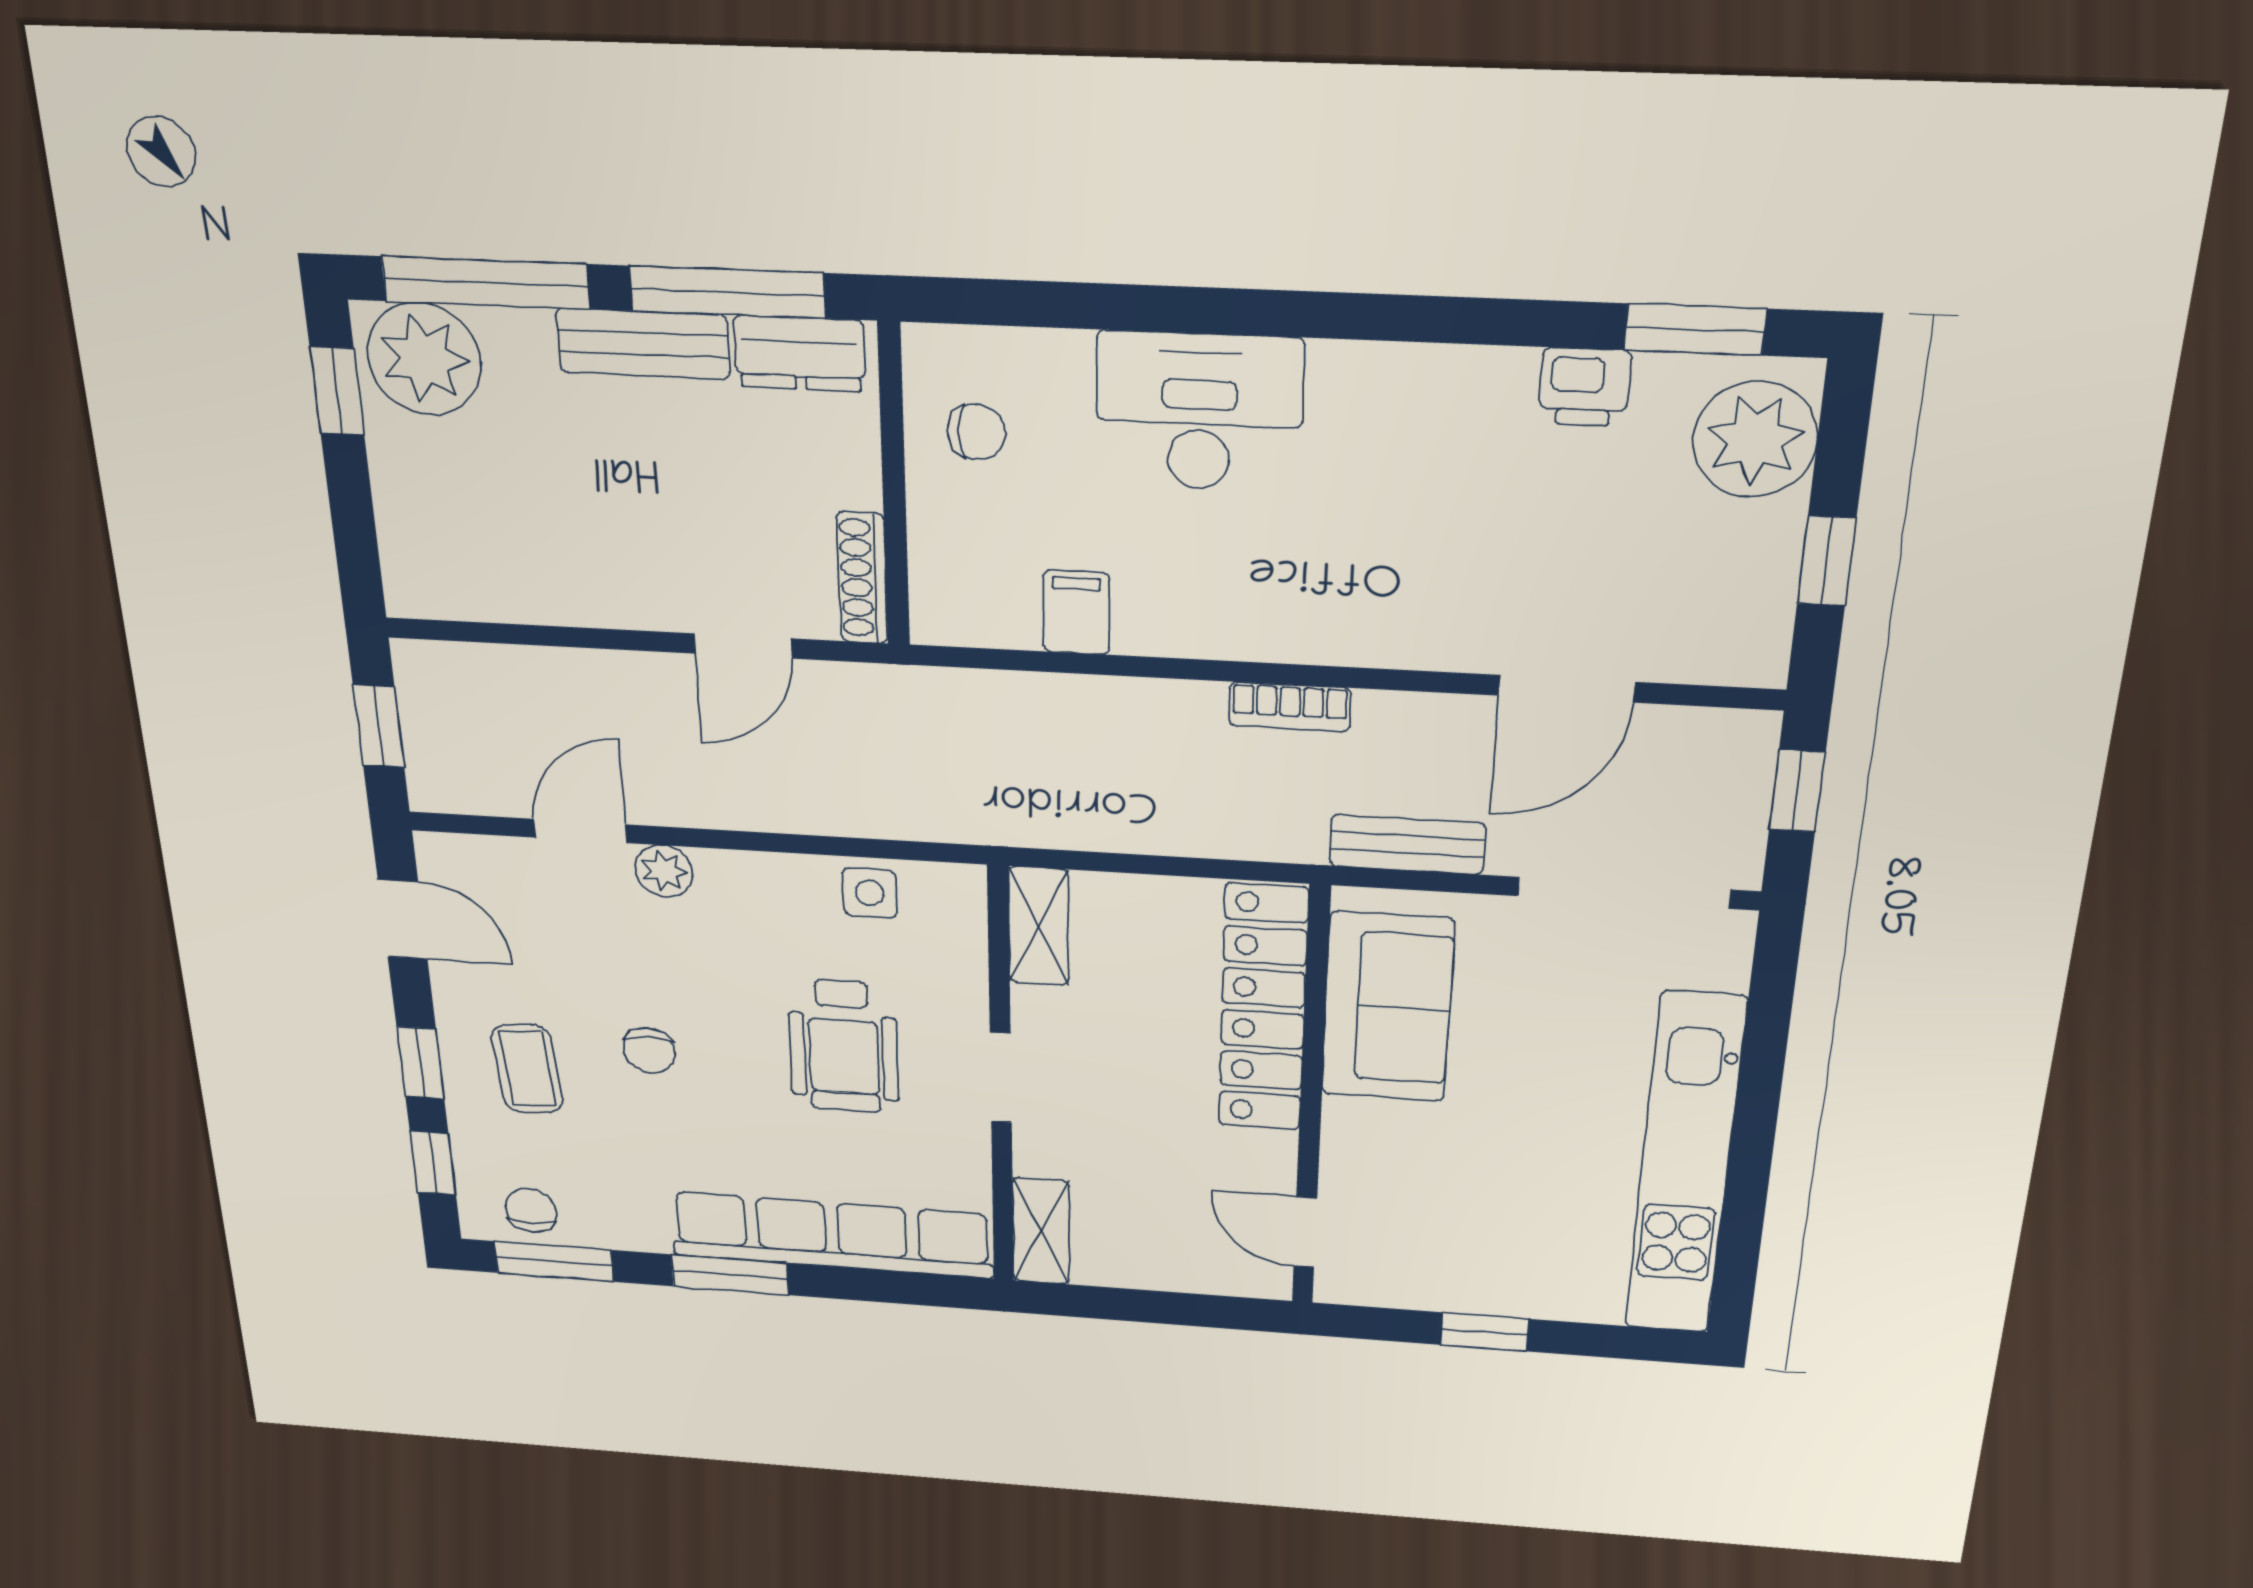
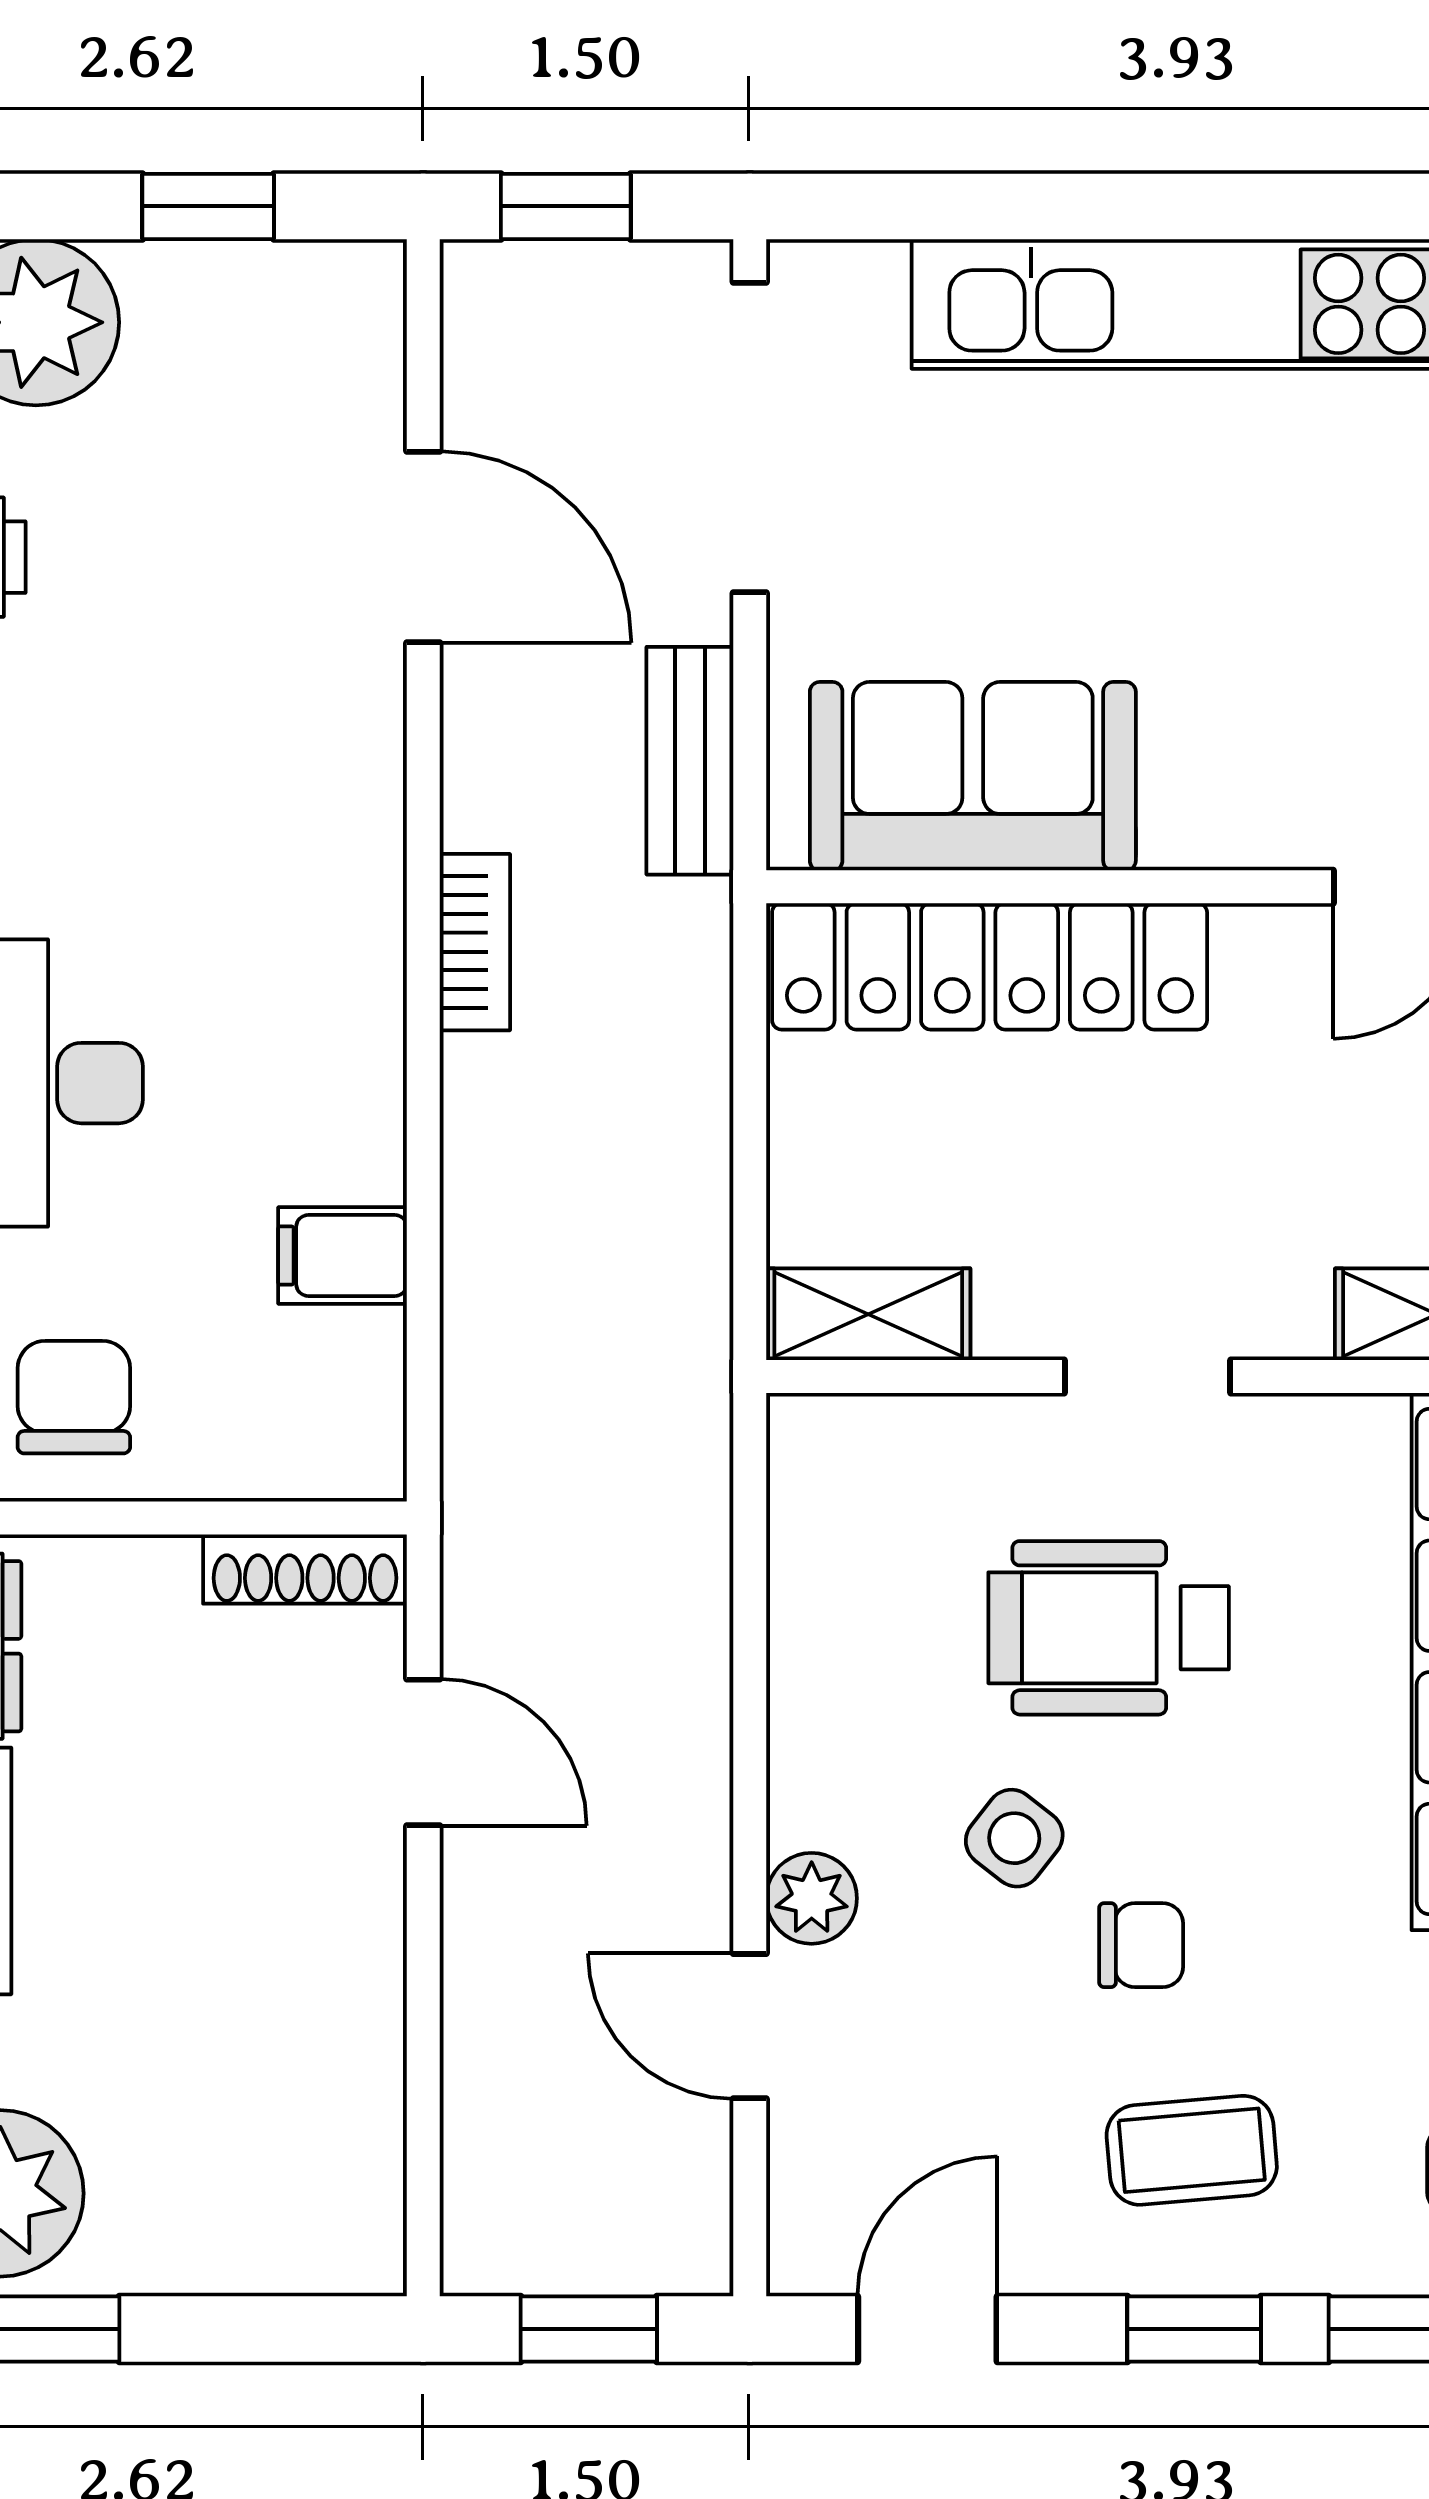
chair: (977, 432) -> (74, 1397), width x1.37, depth x1.37
side table: (870, 893) -> (1014, 1838), moved, turned 38
wheelchair: (843, 1046) -> (1109, 1628), turned 180

